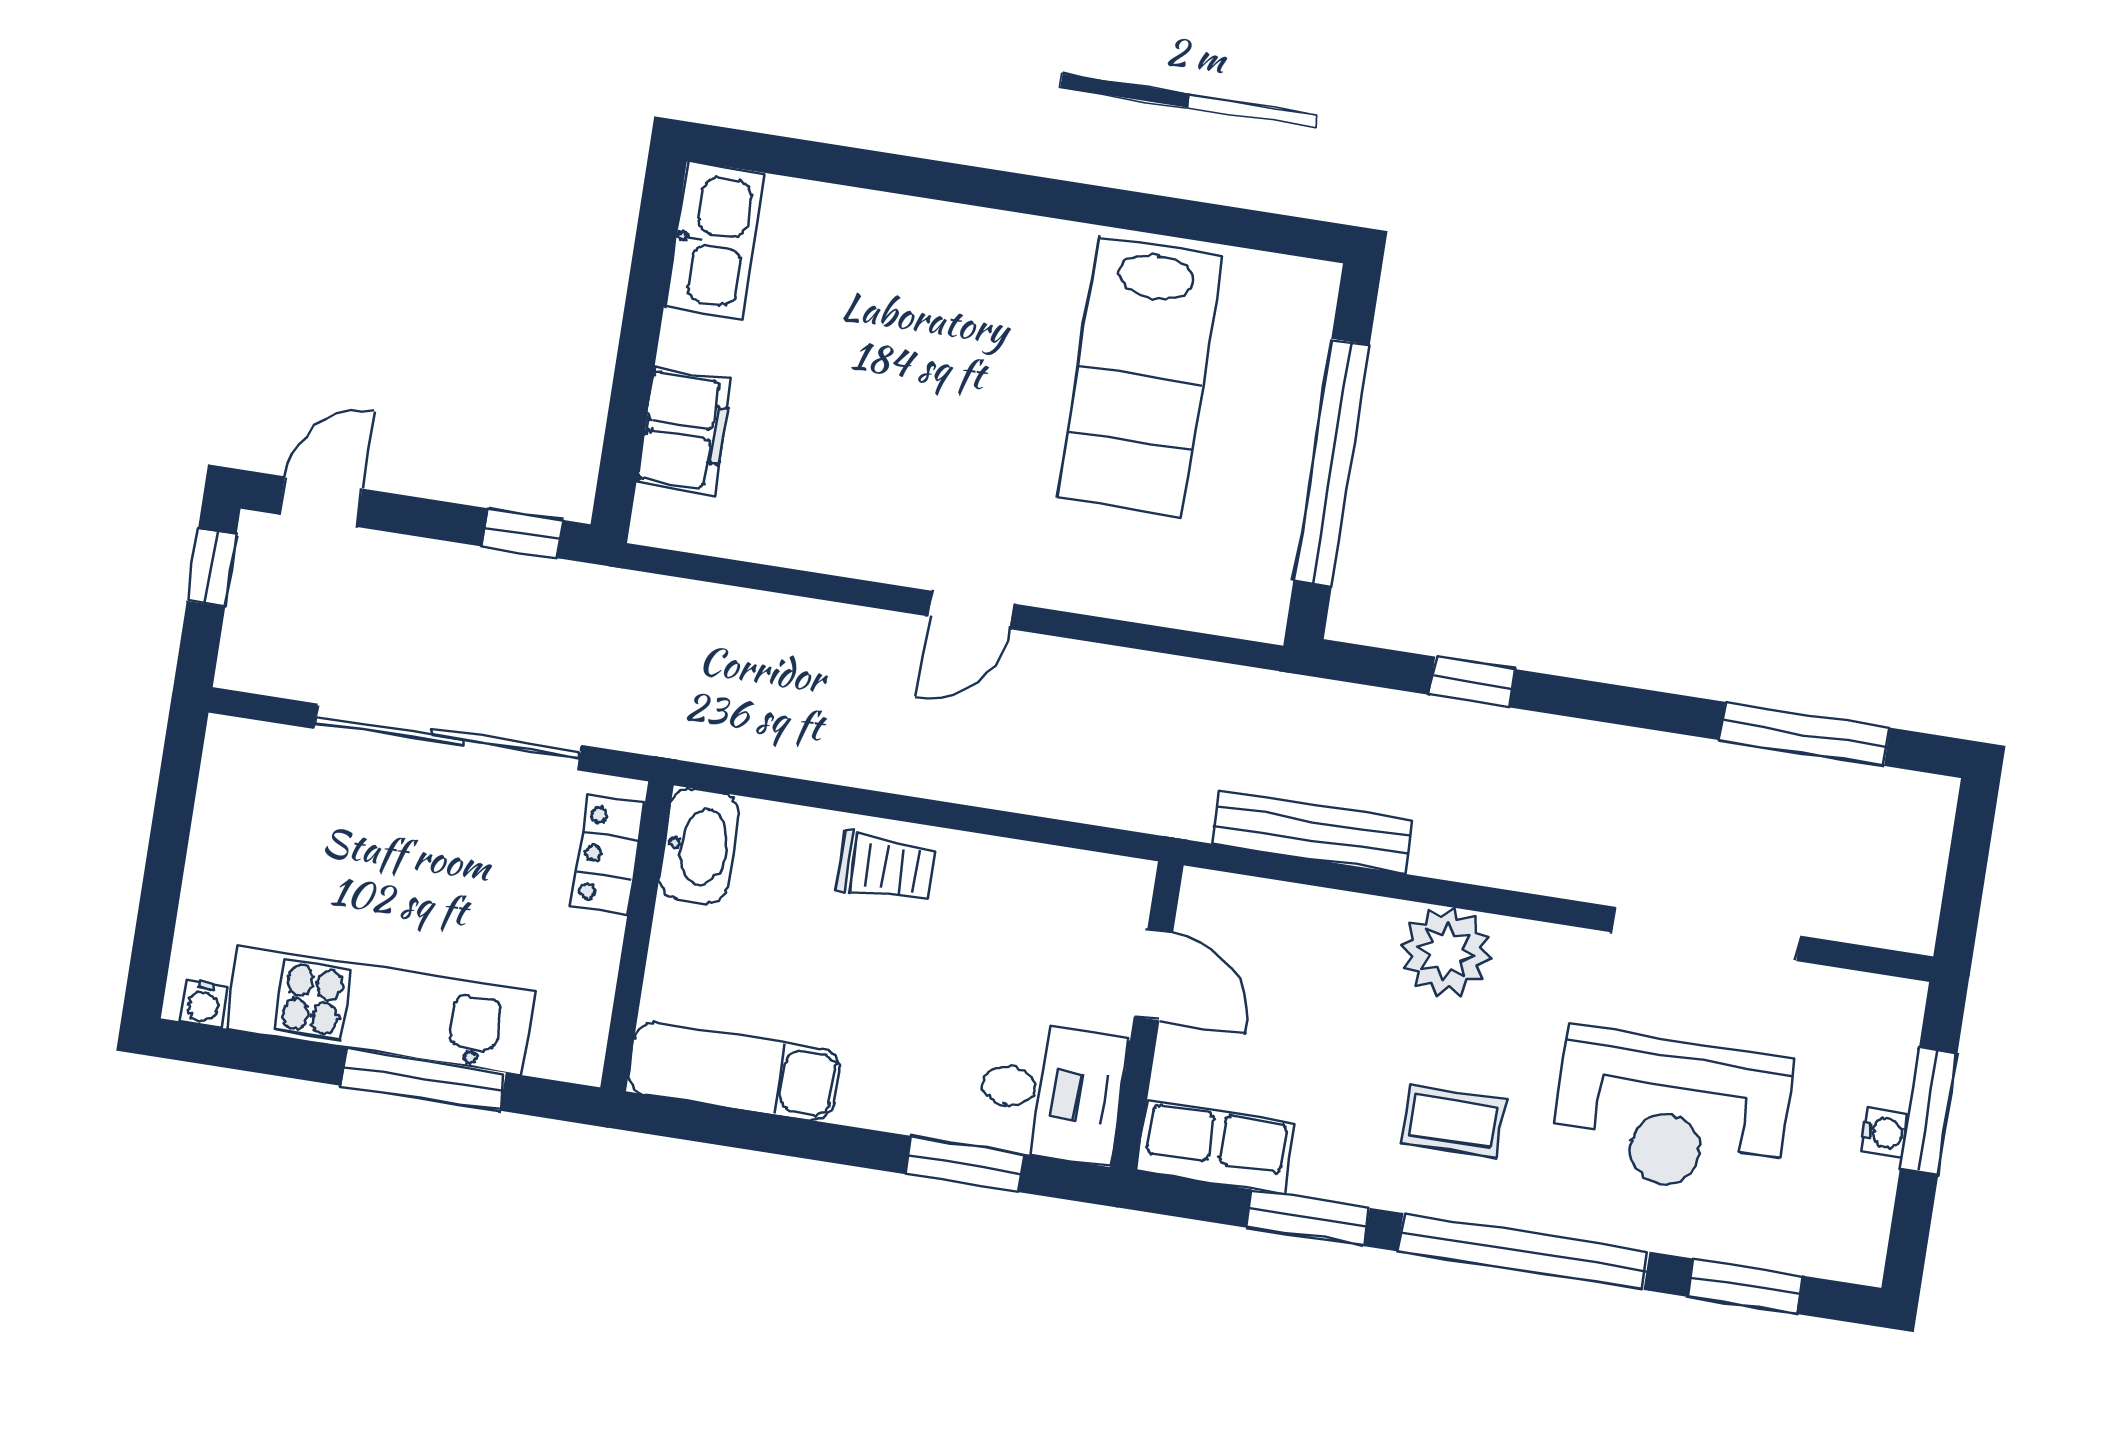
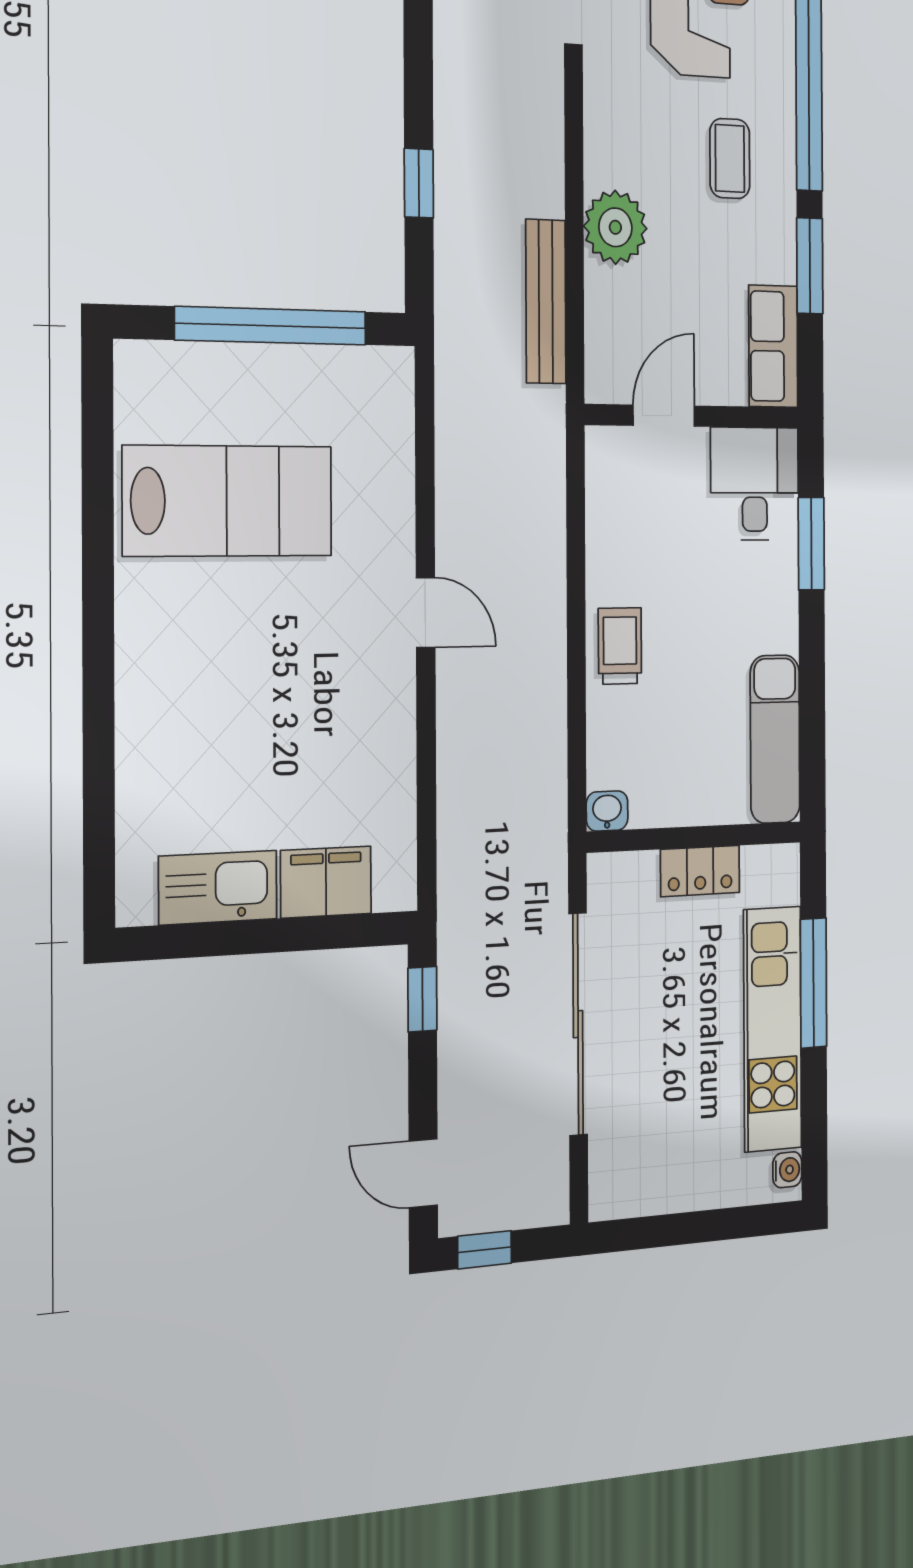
kitchen sink: (714, 240) -> (218, 888), moved
washbasin: (699, 846) -> (607, 811), width x0.52, depth x0.69
locker: (607, 855) -> (700, 871), moved
plant: (1446, 952) -> (615, 227), moved

